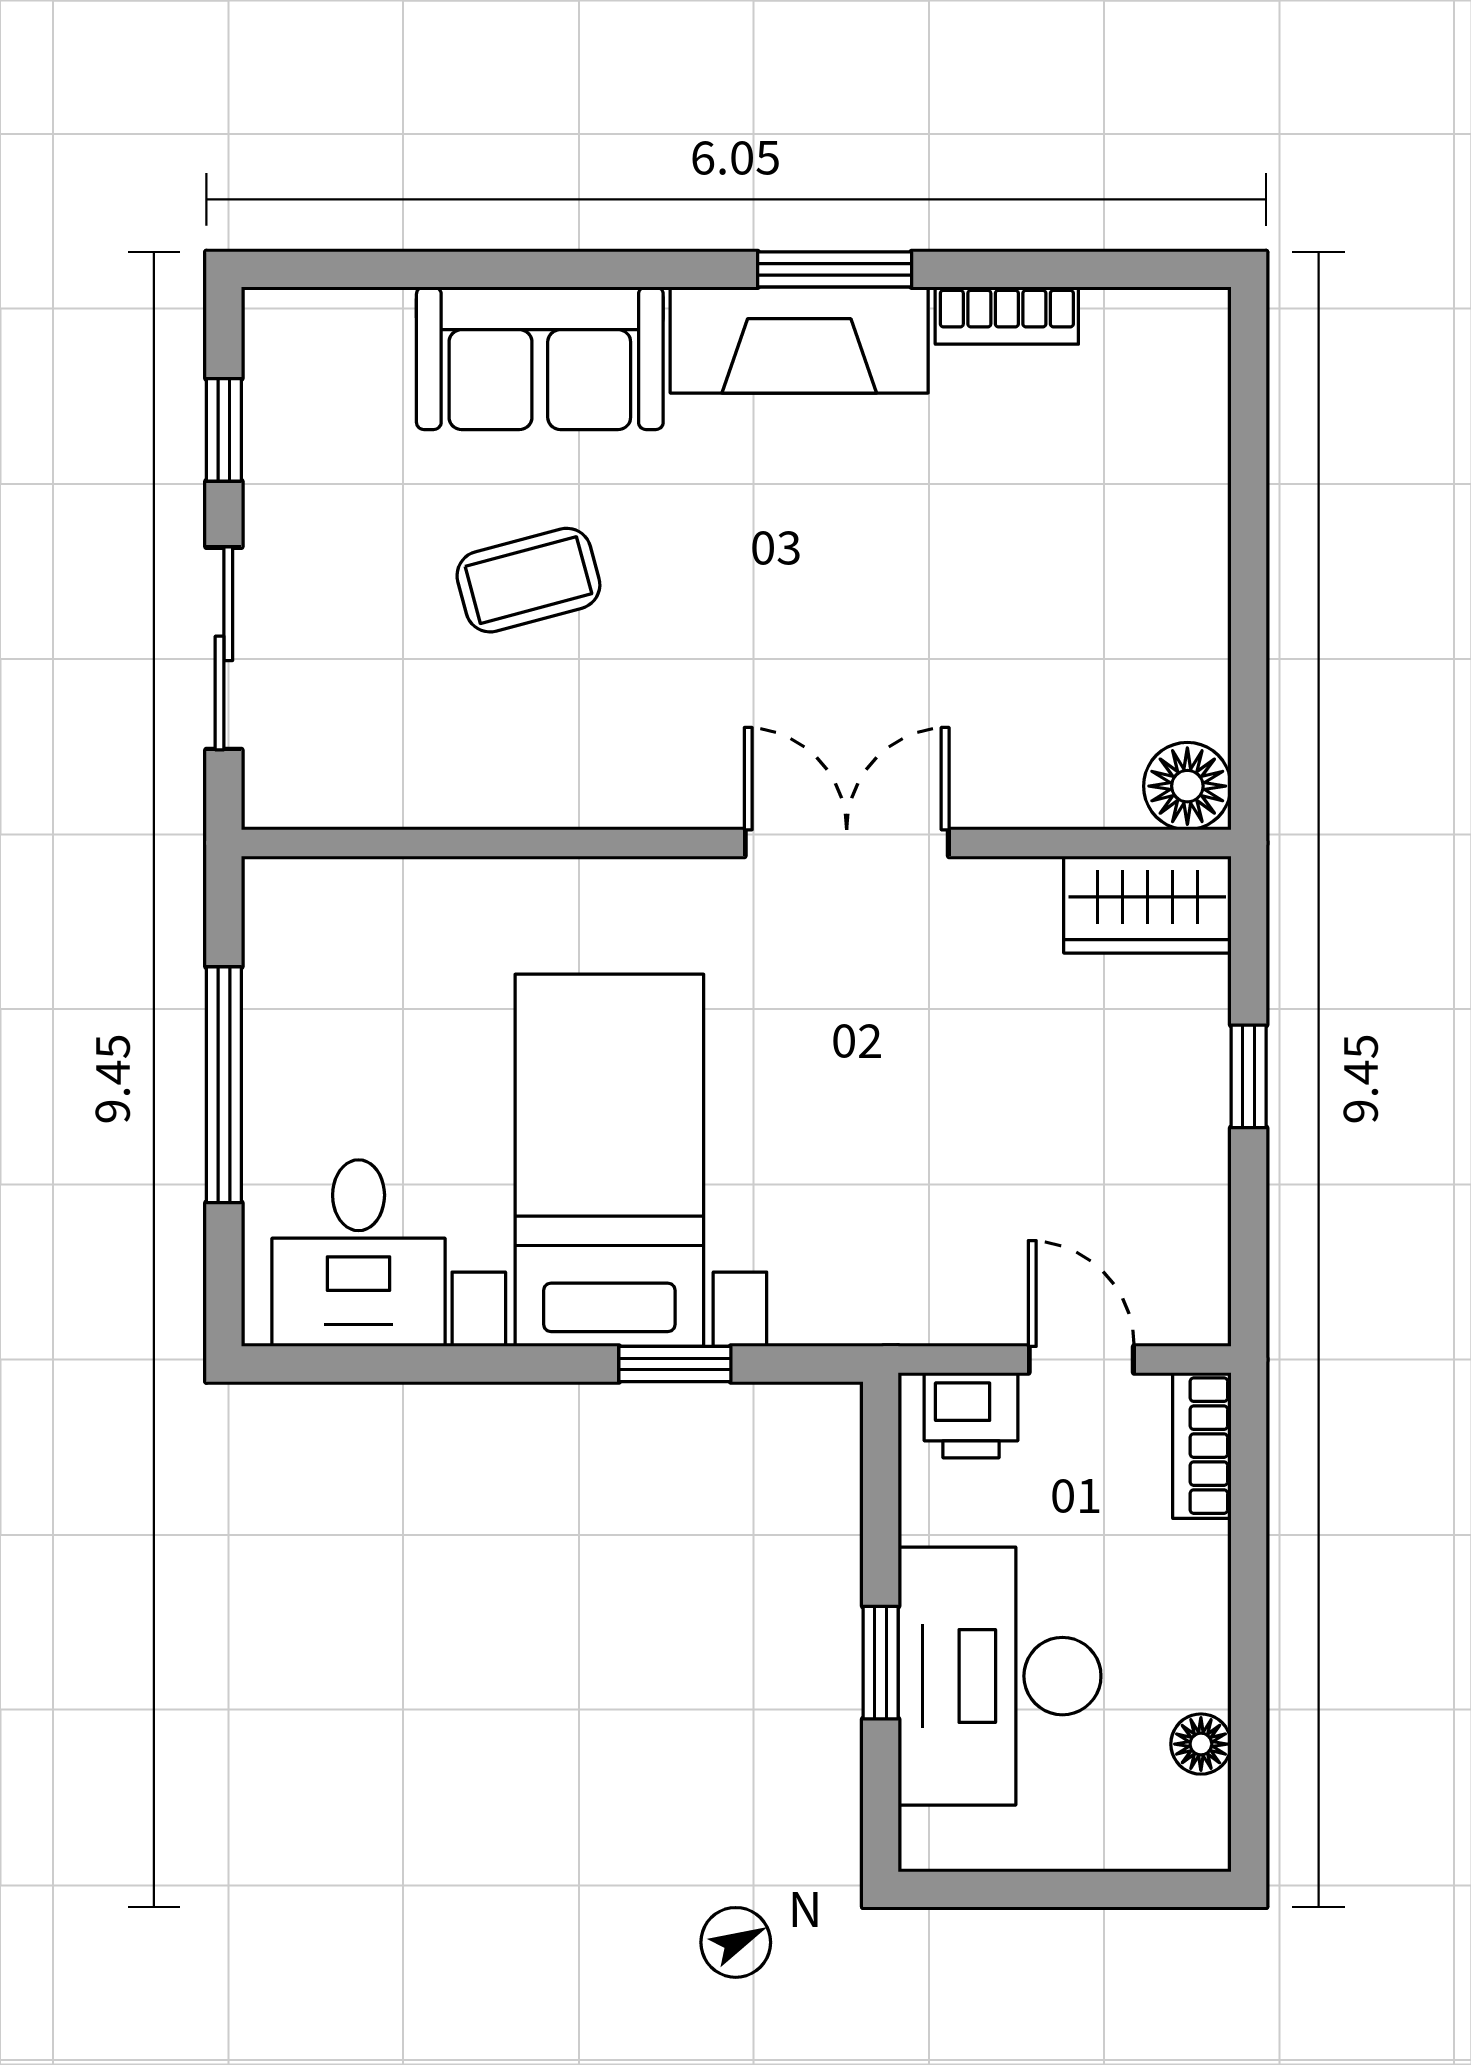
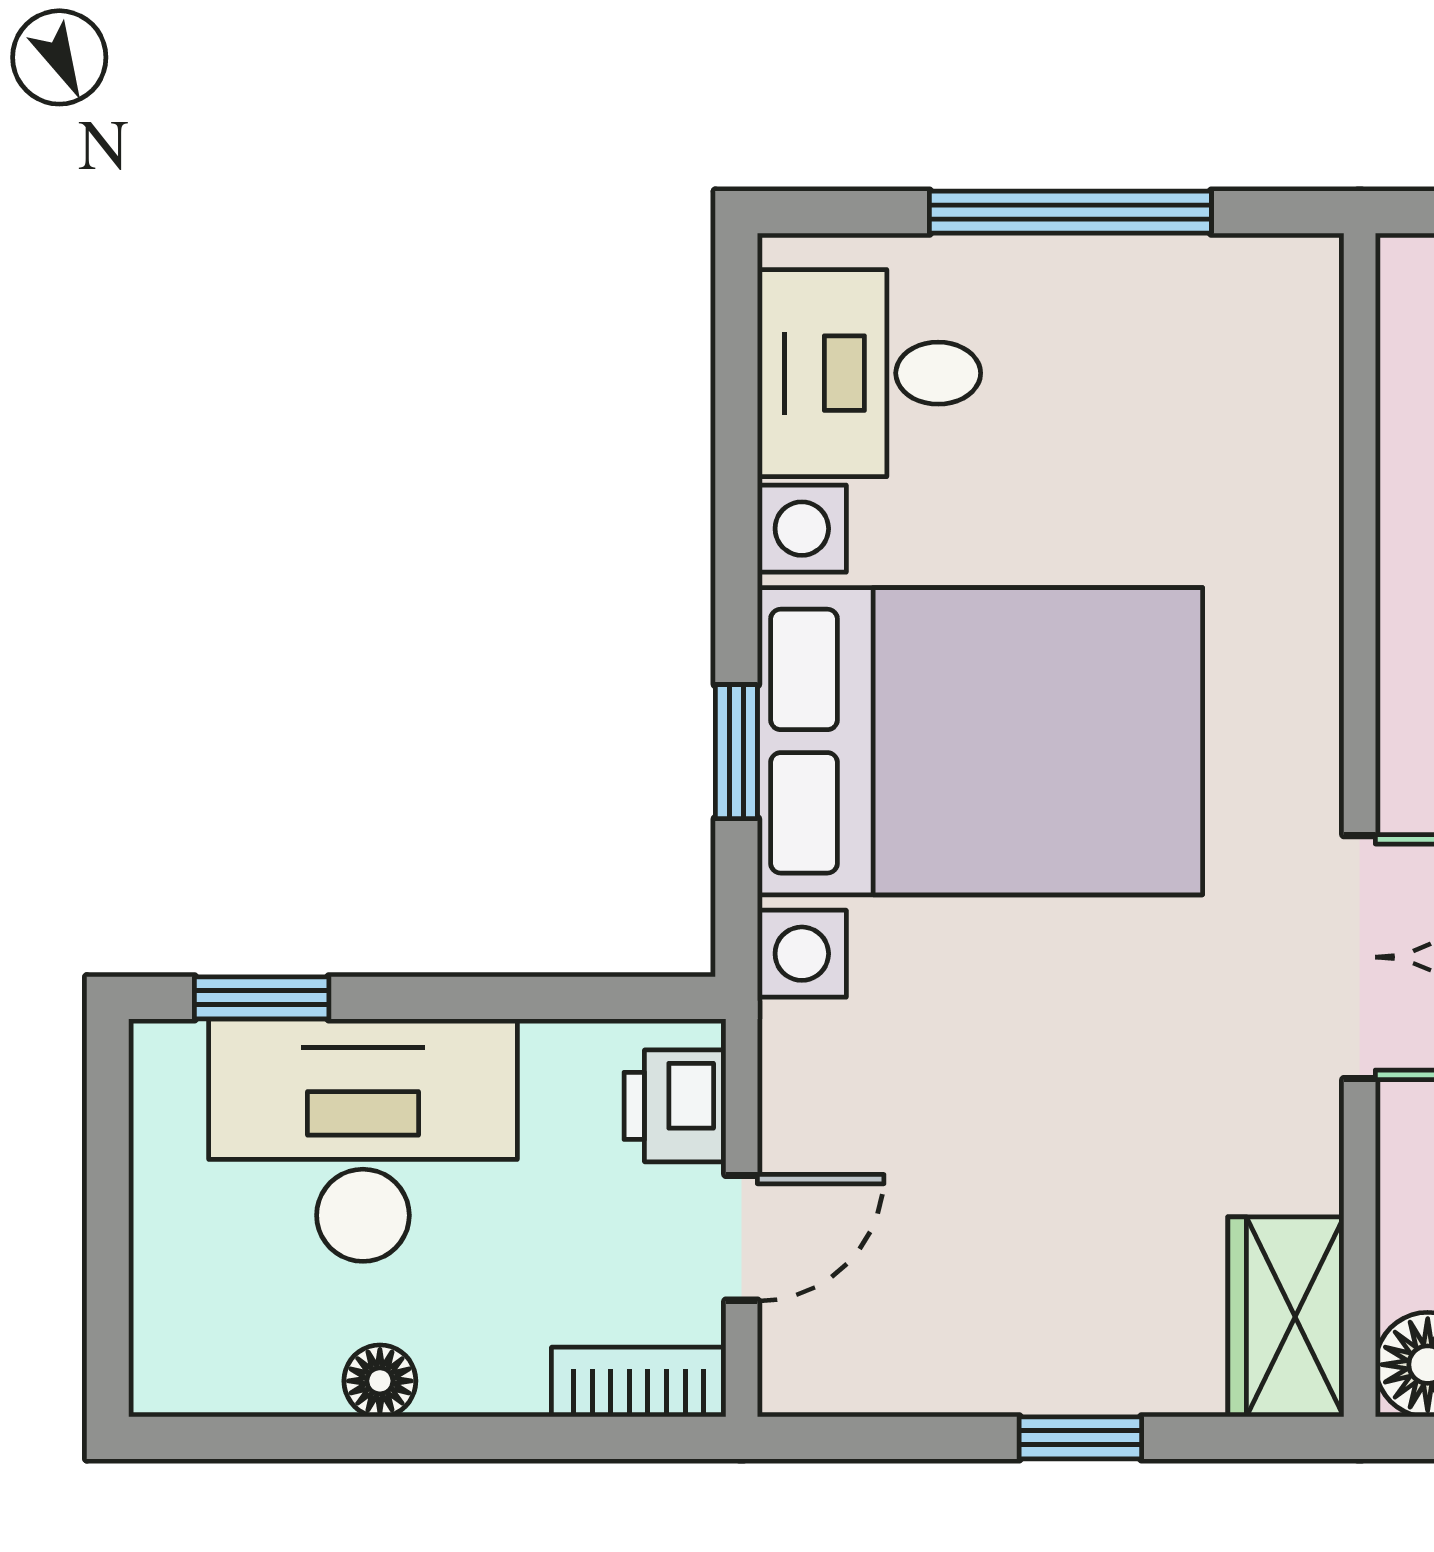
bed with nightstands: (609, 1160) -> (980, 741), width x1.36
window: (881, 1663) -> (262, 998), moved
floor lamp: (1201, 1744) -> (380, 1381), moved

